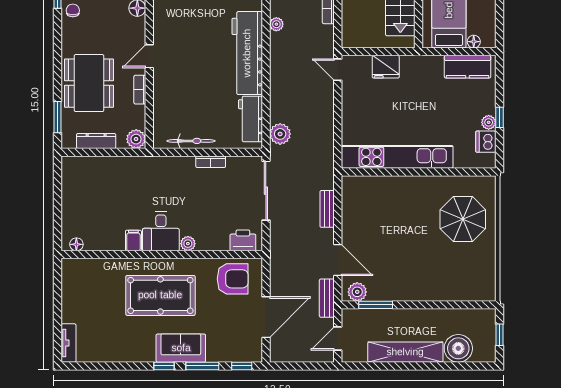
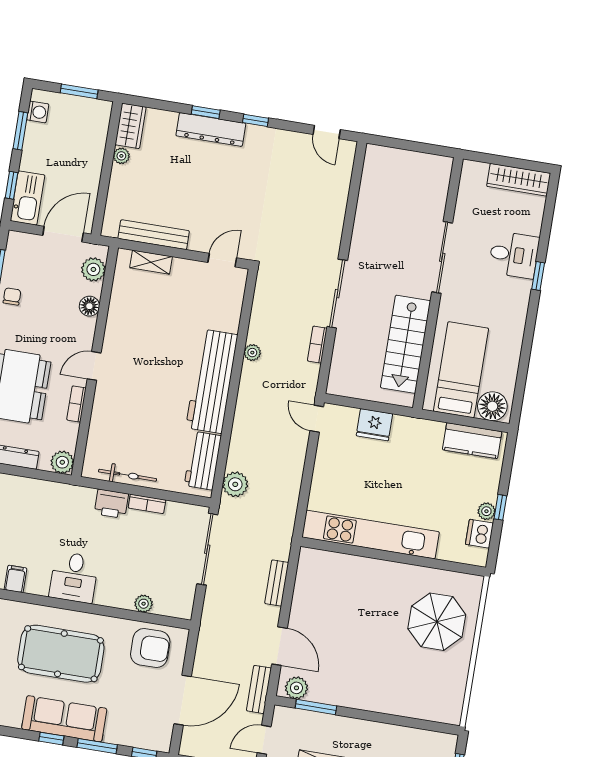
floor lamp: (474, 42) -> (492, 406), width x1.89, depth x1.89
printer: (243, 240) -> (111, 504), moved, turned 180
filing cabinet: (133, 241) -> (16, 579), moved
plant: (188, 244) -> (144, 604), moved
sofa: (181, 348) -> (64, 719), width x1.36

